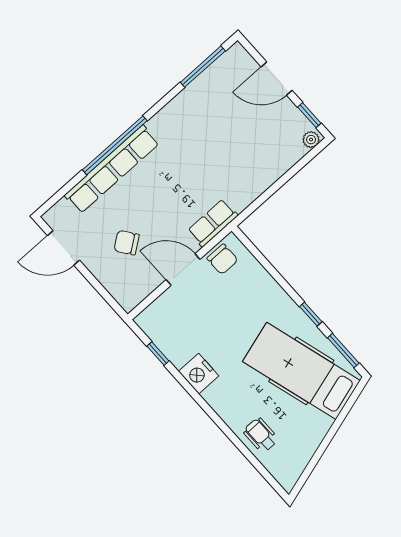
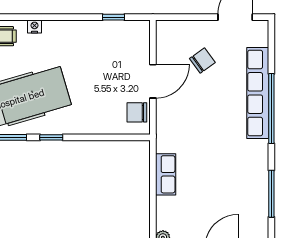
window: (203, 67) -> (271, 194), moved
row of seats: (213, 223) -> (166, 174), moved
nightstand: (199, 374) -> (35, 26), moved, width x0.53, depth x0.56

